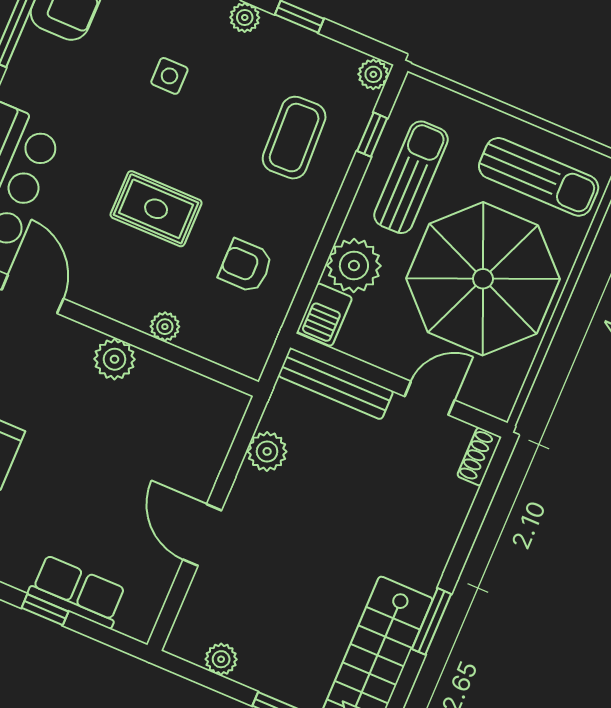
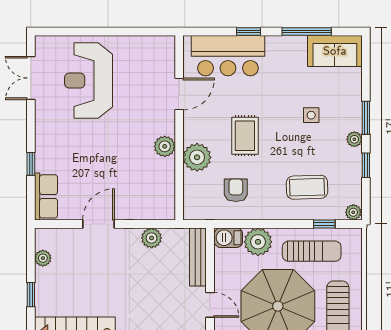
plant: (165, 327) -> (197, 157), width x1.88, depth x1.88
row of seats: (77, 592) -> (46, 196), moved

